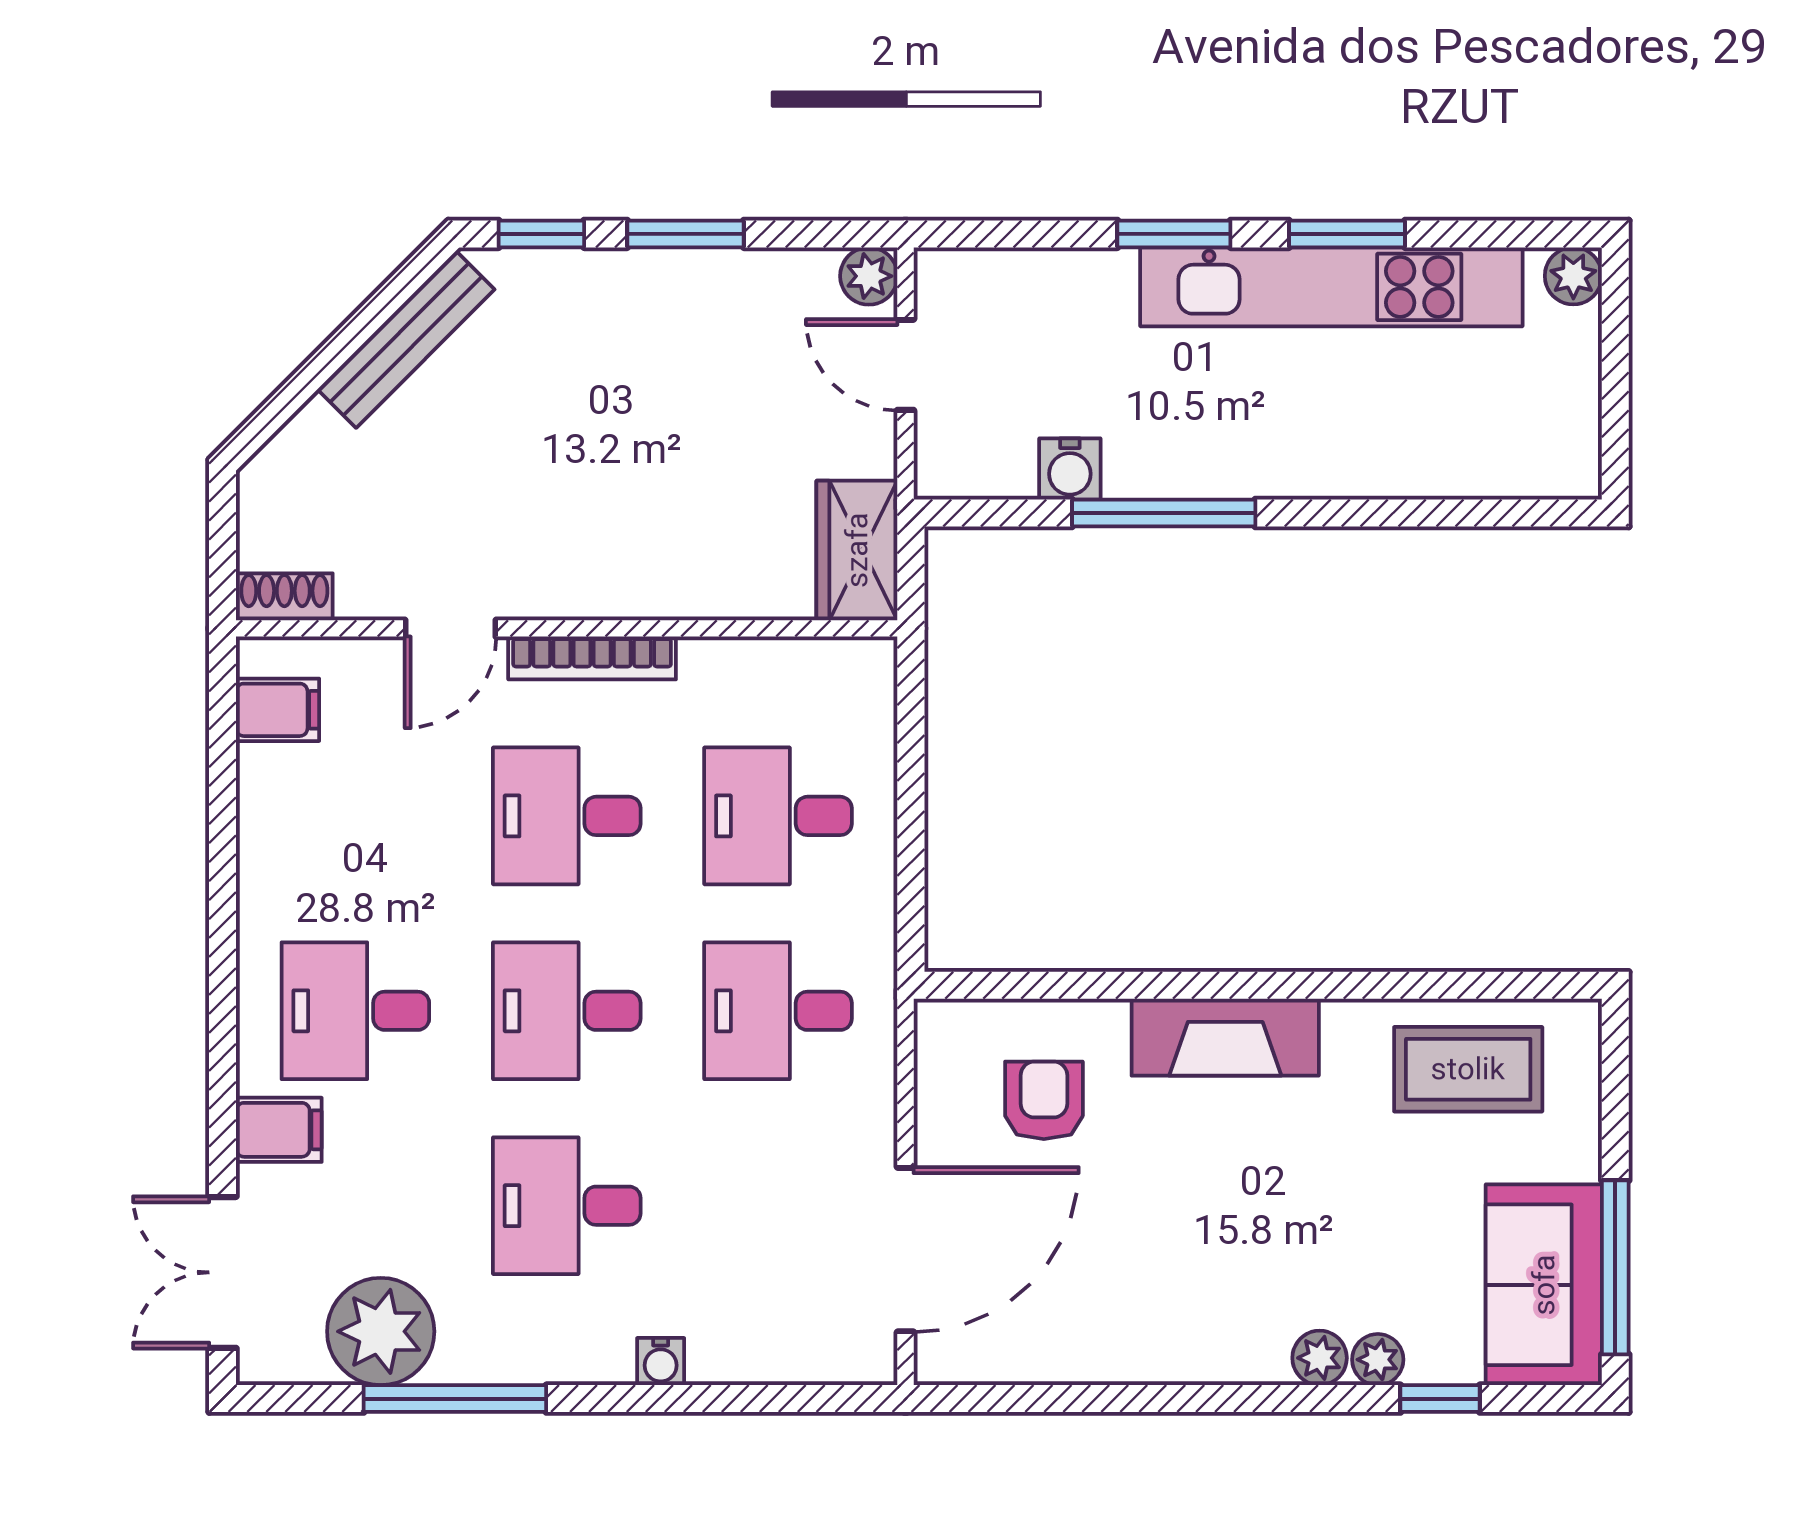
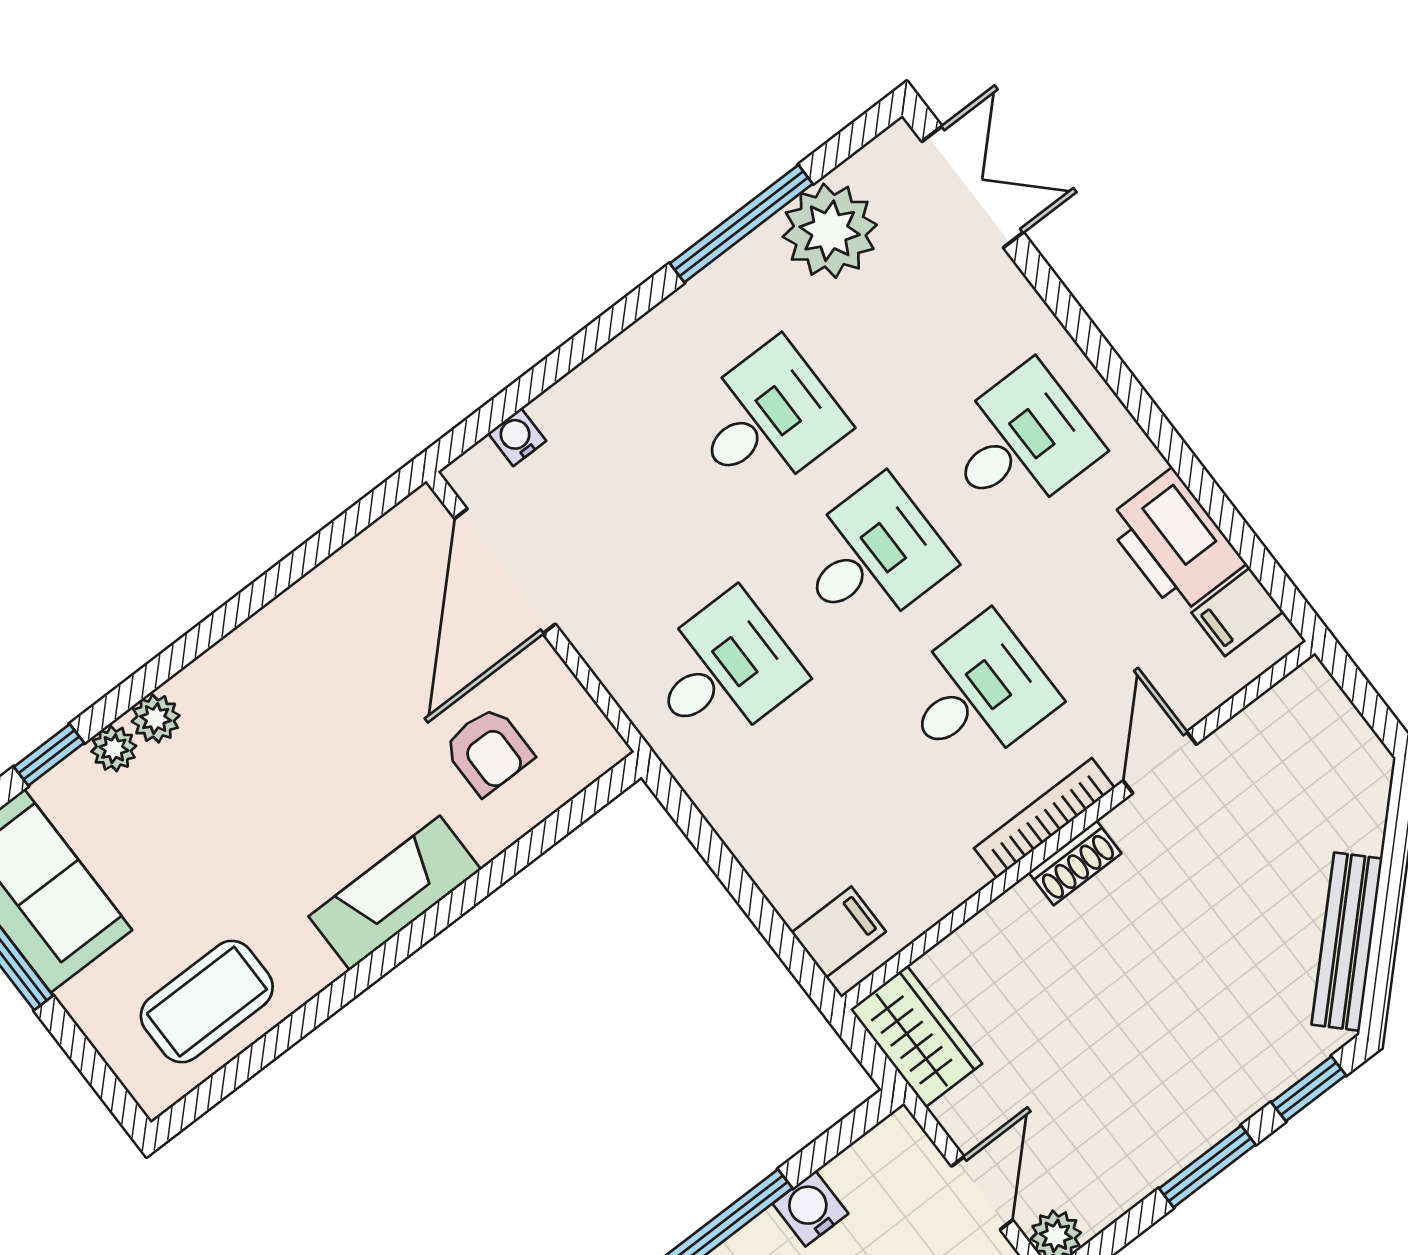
door: (905, 365) -> (982, 1193), hinge flipped
shoe rack: (284, 597) -> (1075, 863), moved
printer: (286, 815) -> (1175, 542), added
desk: (778, 816) -> (829, 807), removed
filing cabinet: (279, 1130) -> (839, 932), moved, turned 180
water cooler: (661, 1362) -> (517, 437), moved

